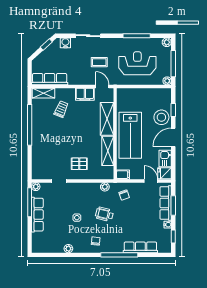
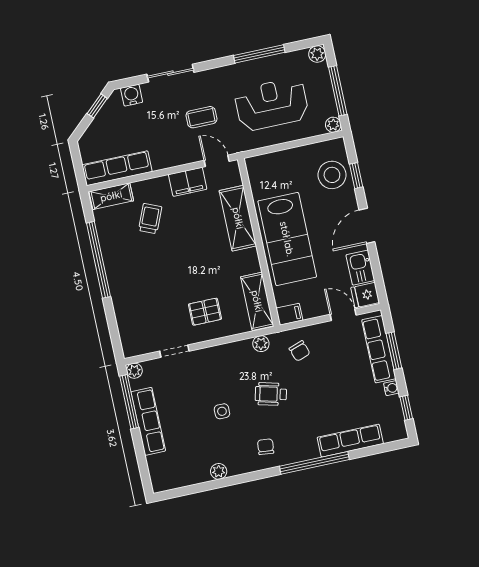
stool: (161, 117) -> (332, 175), moved
shelving: (108, 151) -> (257, 301), moved

